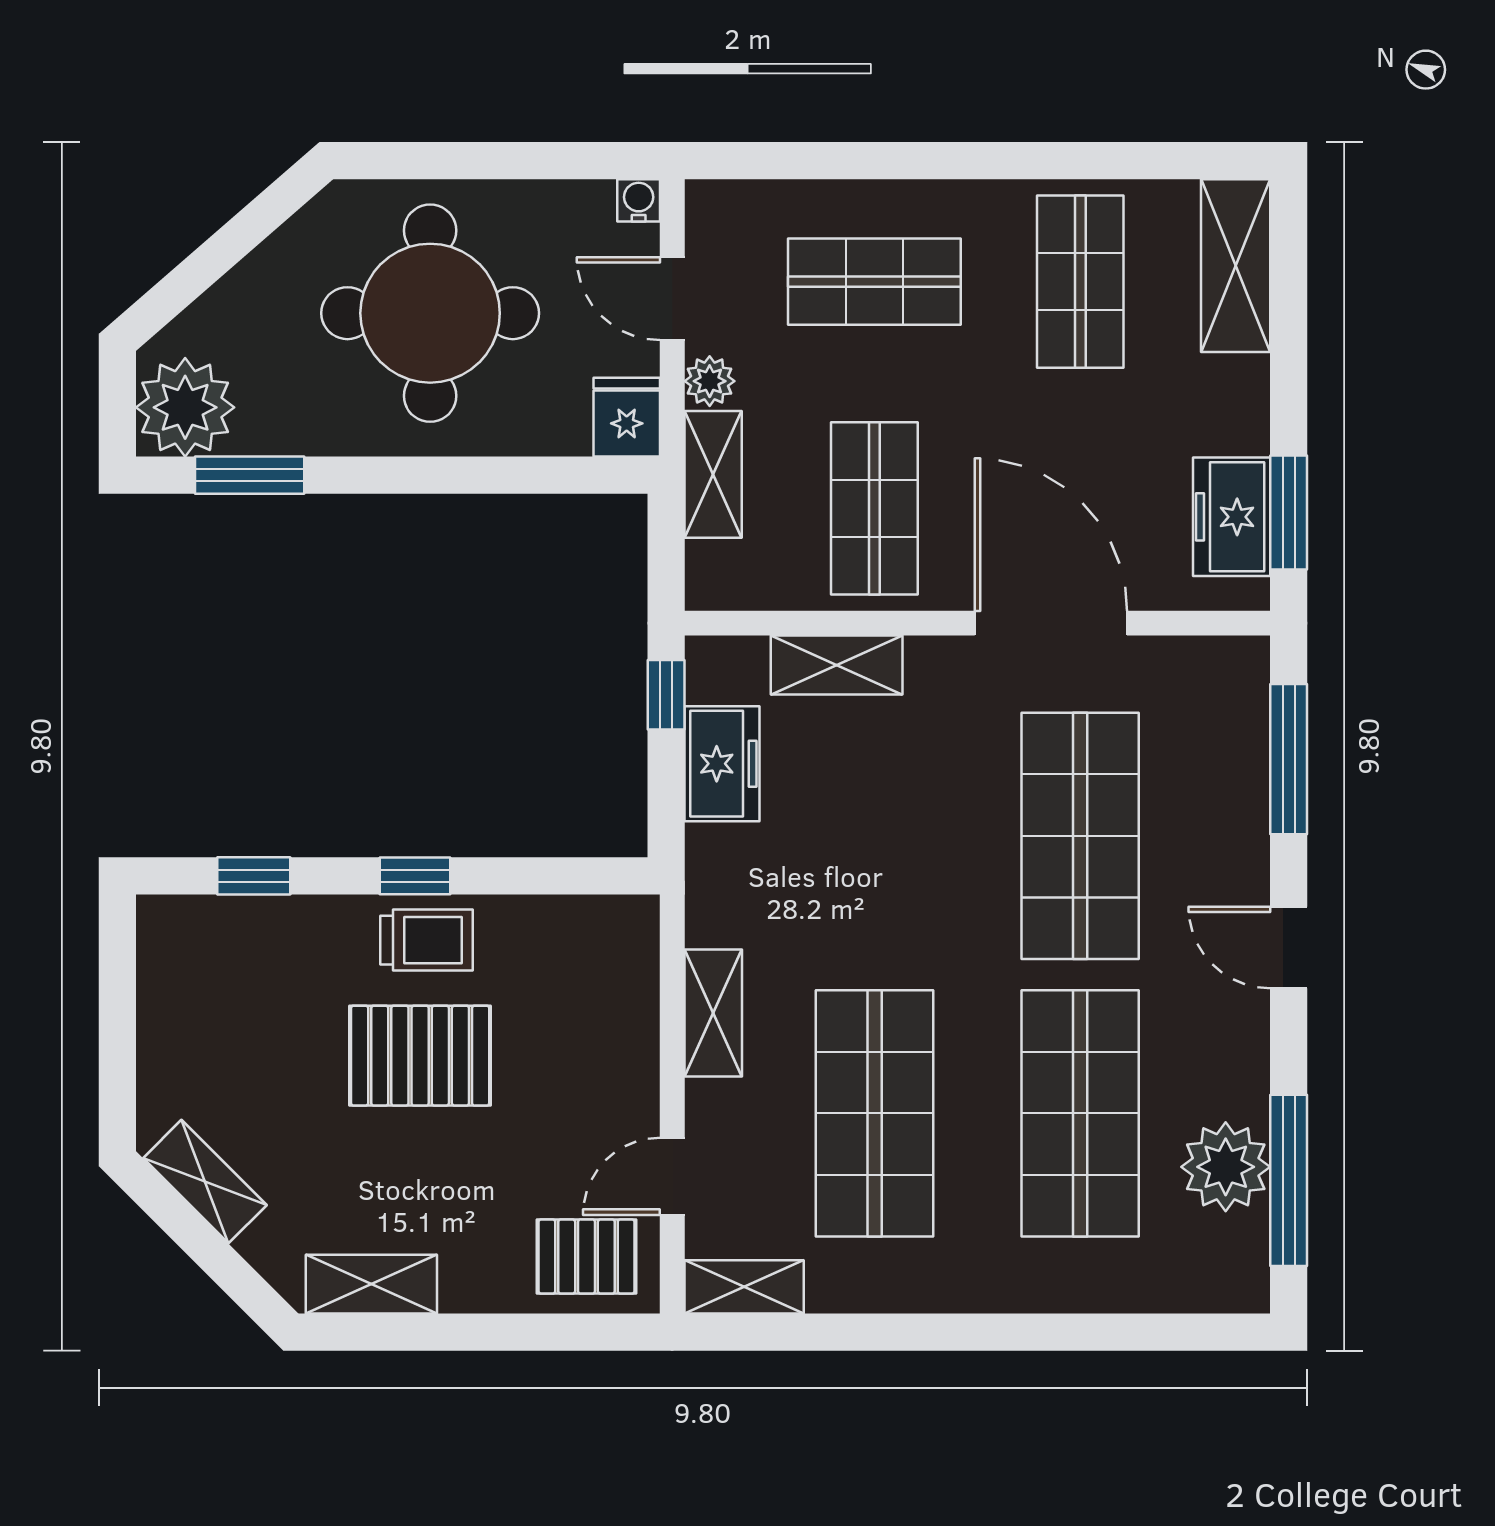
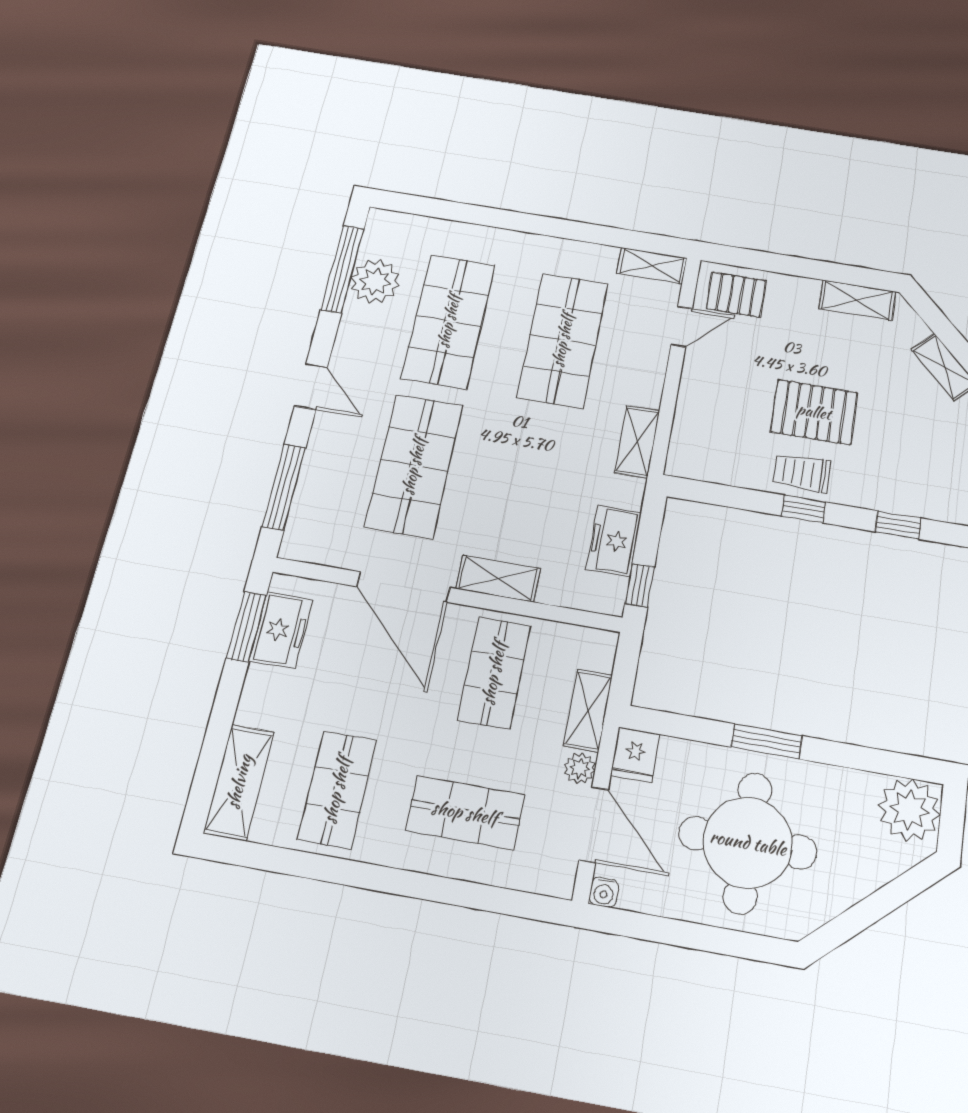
door: (672, 299) -> (594, 825), width x1.38
window: (250, 475) -> (767, 741), moved
shelving: (837, 665) -> (498, 579), moved
shelving: (713, 1013) -> (637, 442), moved

